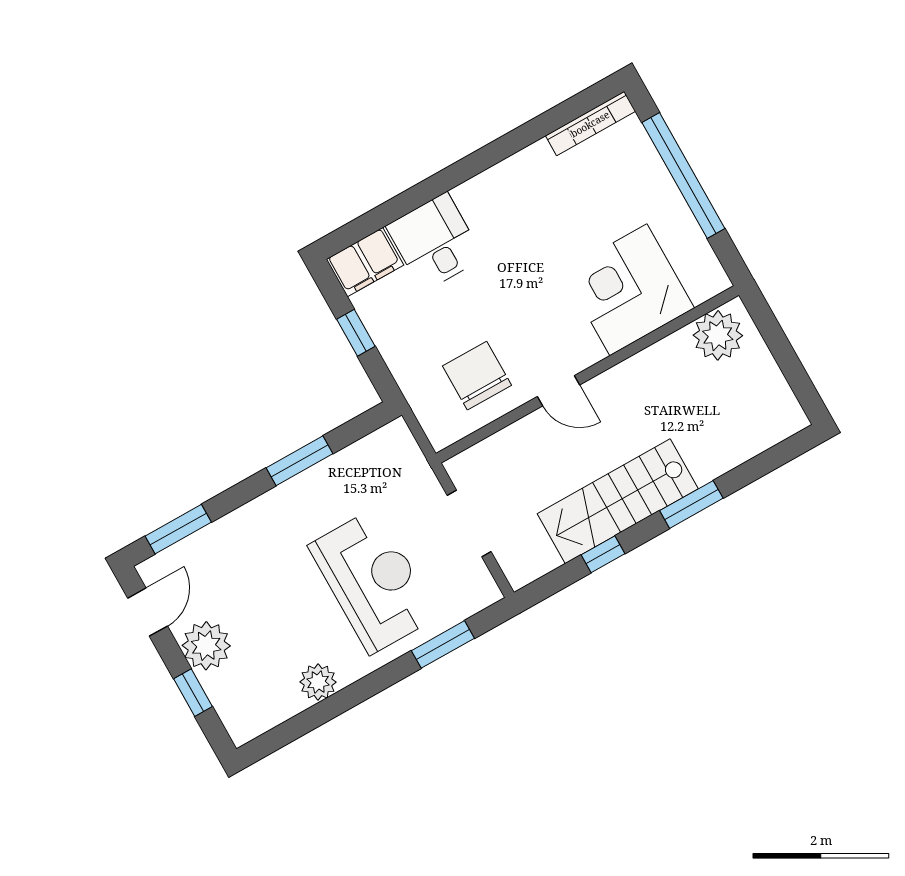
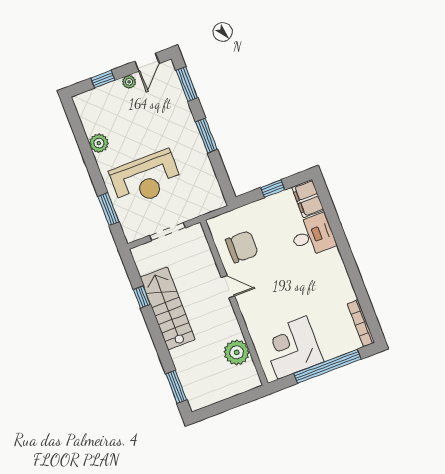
corner desk: (628, 290) -> (292, 348), moved, turned -90
plant: (718, 335) -> (237, 352), moved
door: (558, 391) -> (228, 287), swing flipped
window: (299, 461) -> (206, 136), moved
window: (691, 504) -> (176, 387), moved
door: (148, 612) -> (147, 62), hinge flipped
plant: (206, 646) -> (129, 82), width x0.53, depth x0.53

